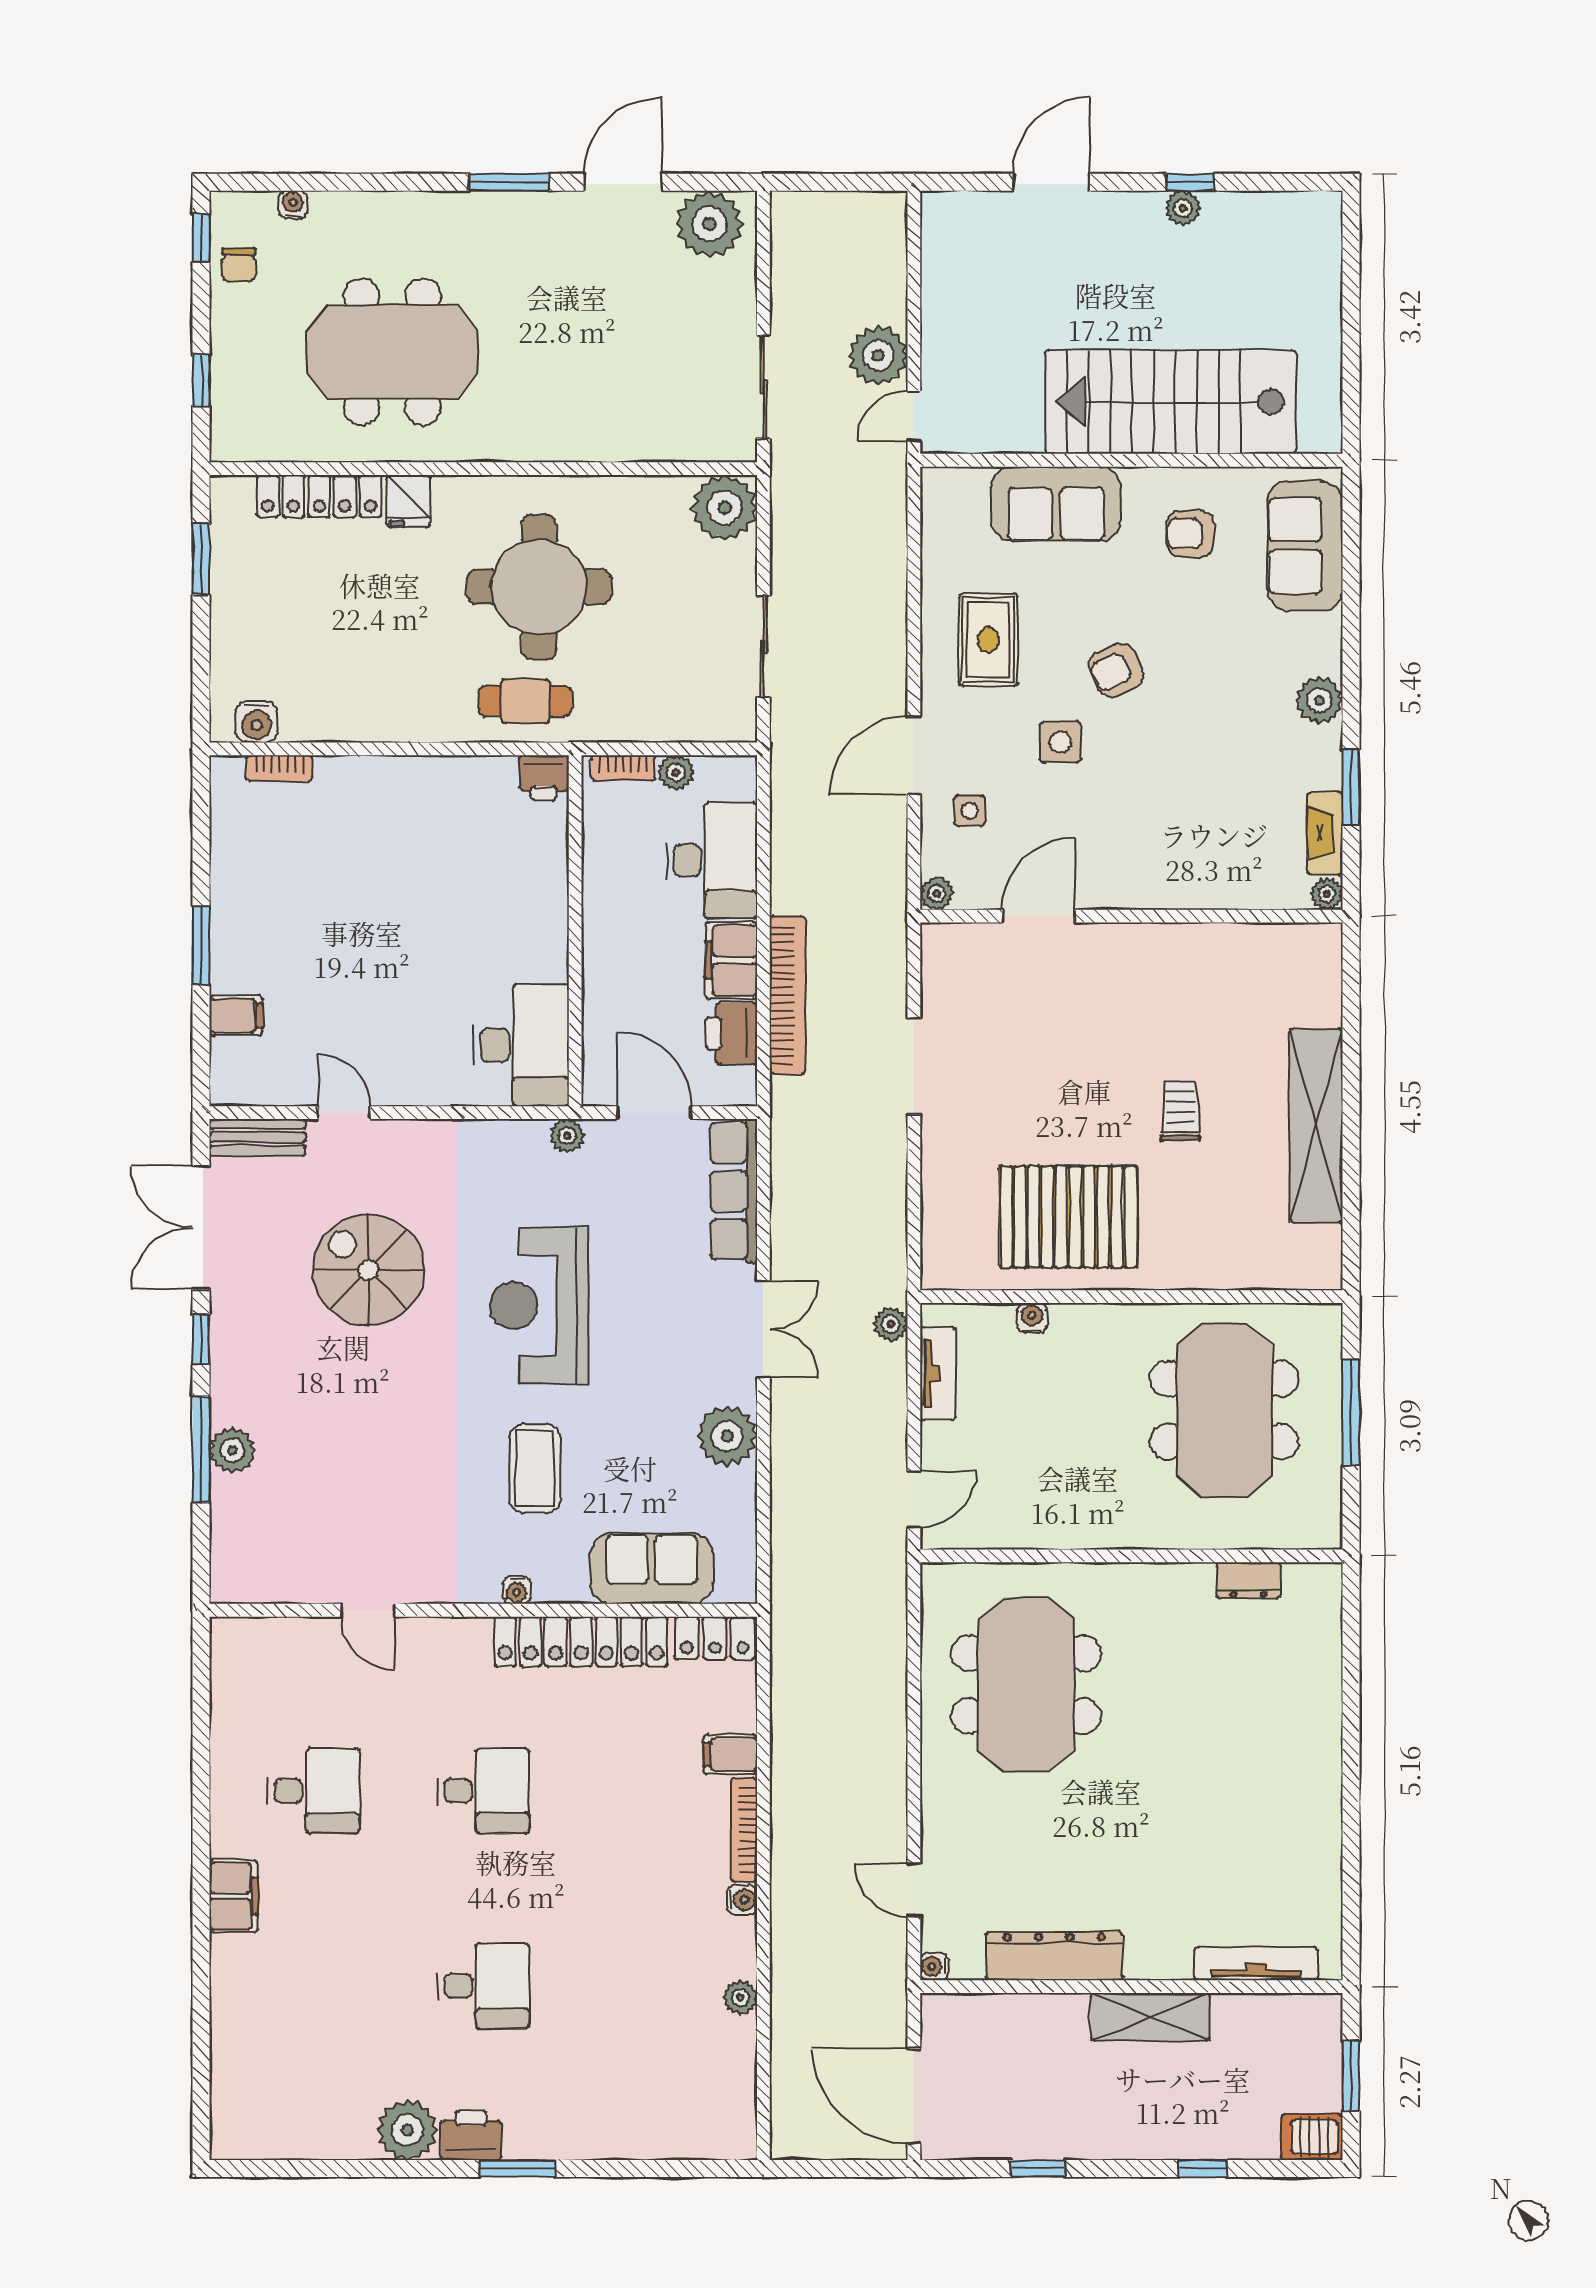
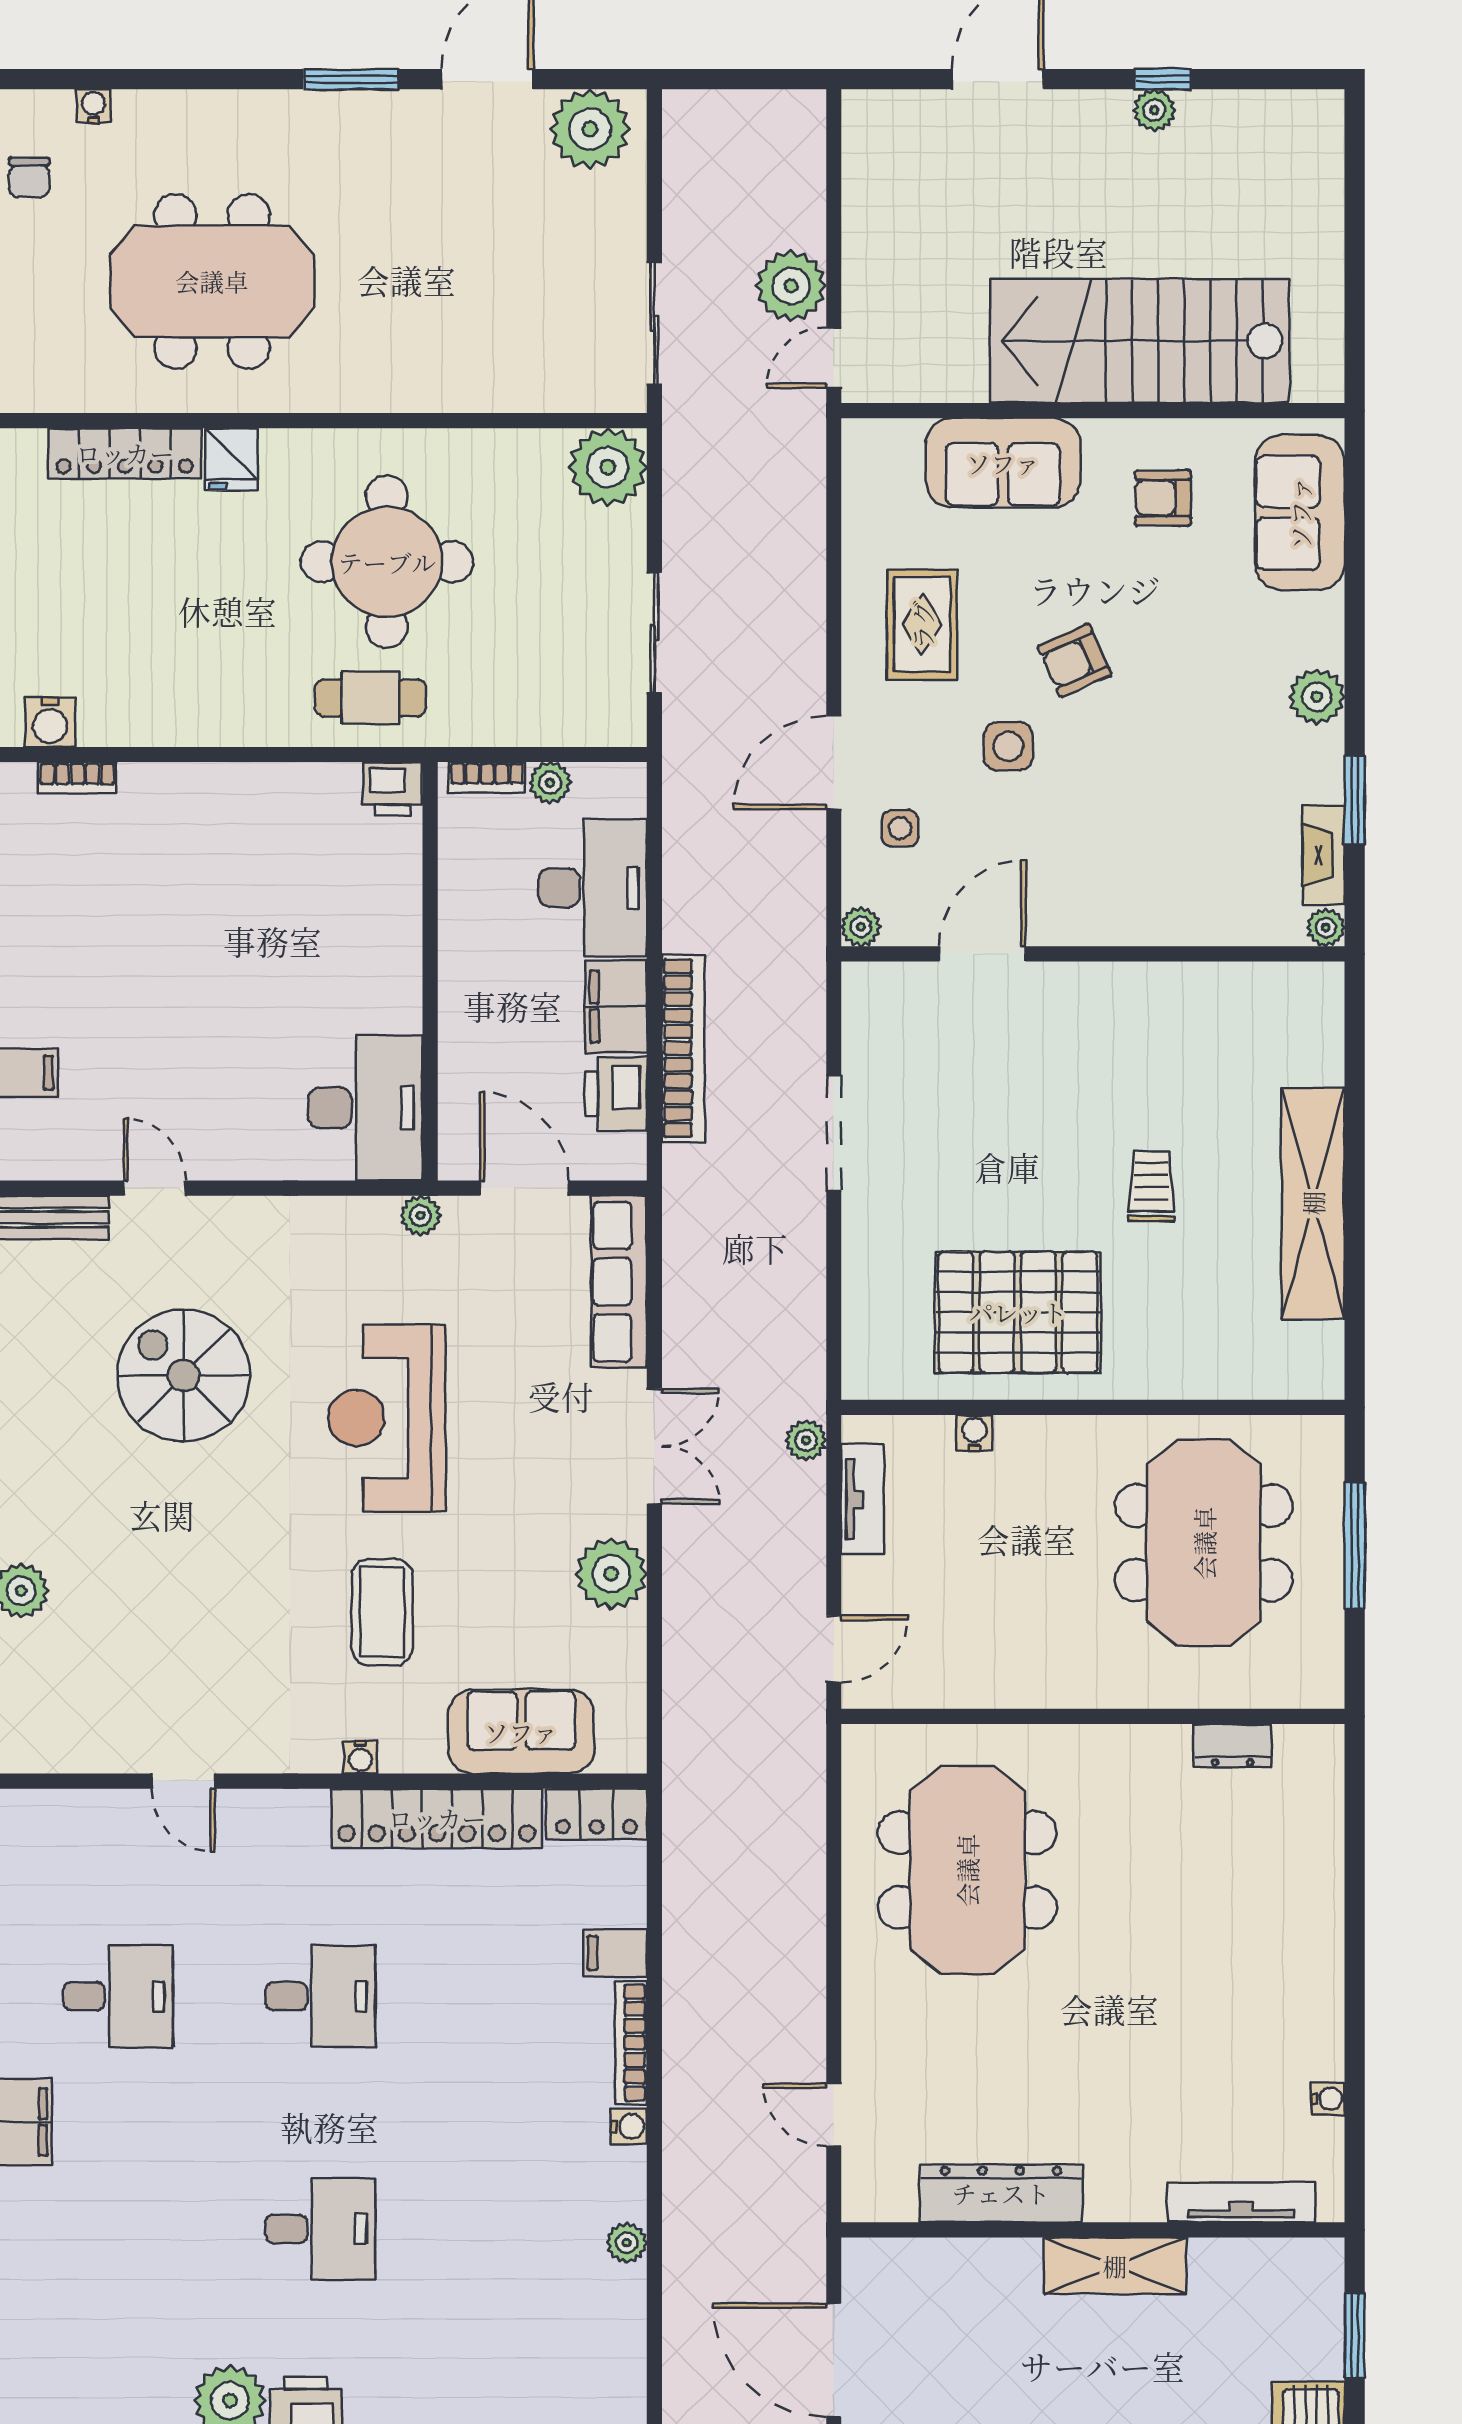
water cooler: (934, 1966) -> (1328, 2099), moved, turned 180

